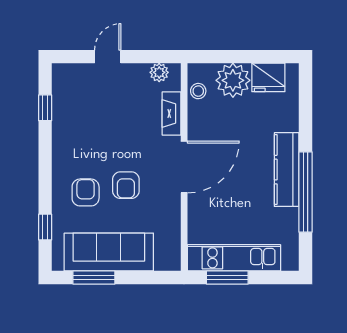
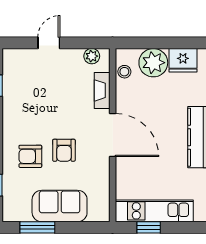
door: (184, 167) -> (113, 135), hinge flipped
armchair: (86, 192) -> (30, 156), turned -90
sofa: (109, 252) -> (60, 206), width x0.73
window: (227, 278) -> (149, 227), width x0.67

